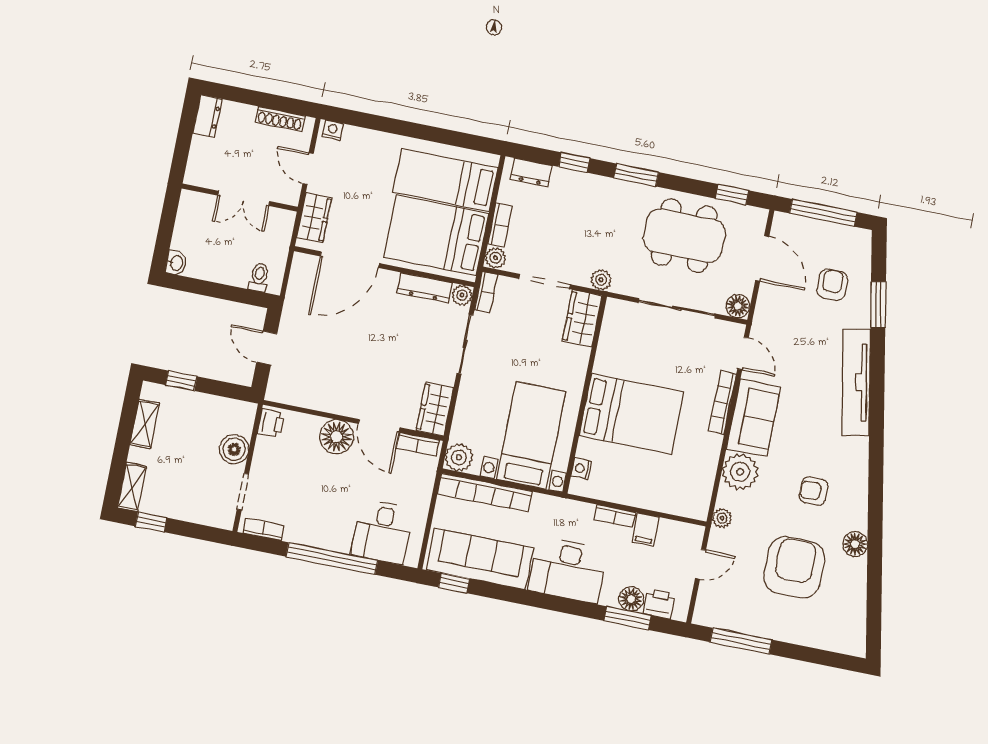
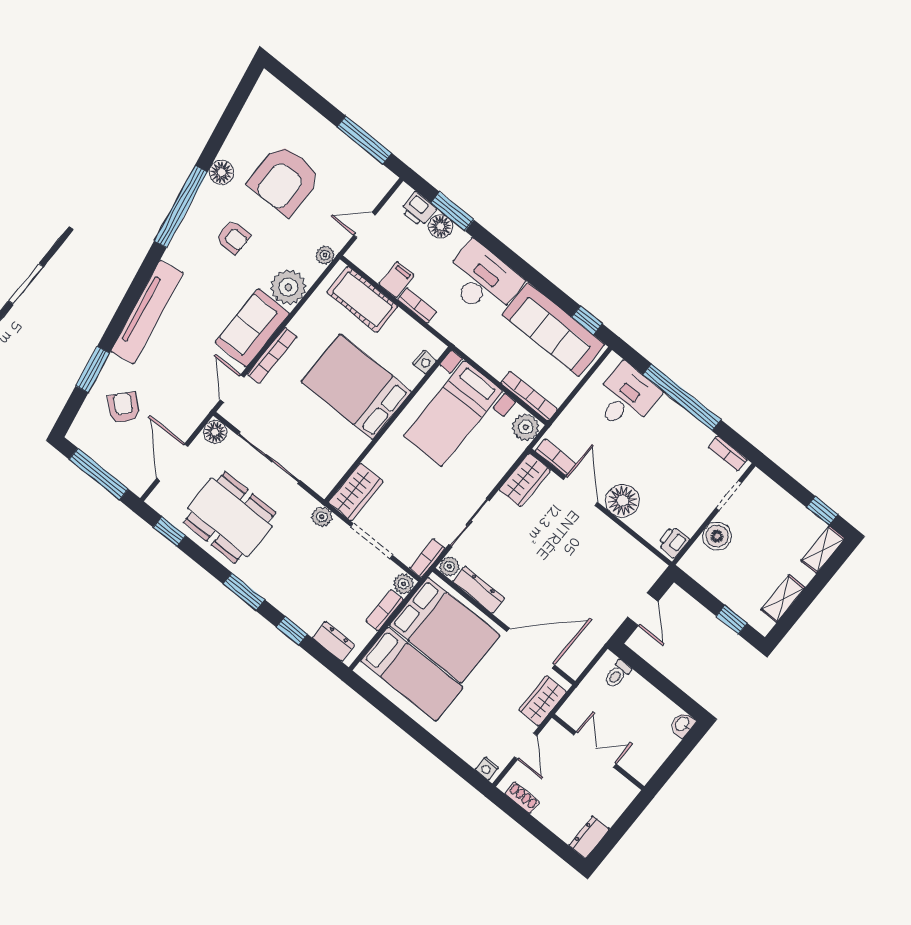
shoe rack: (280, 119) -> (522, 798), width x0.70
armchair: (832, 285) -> (124, 408), turned 132
bookcase: (485, 493) -> (529, 396), width x0.68, depth x0.76
window: (876, 494) -> (181, 207), added
cot: (667, 496) -> (362, 299), added

